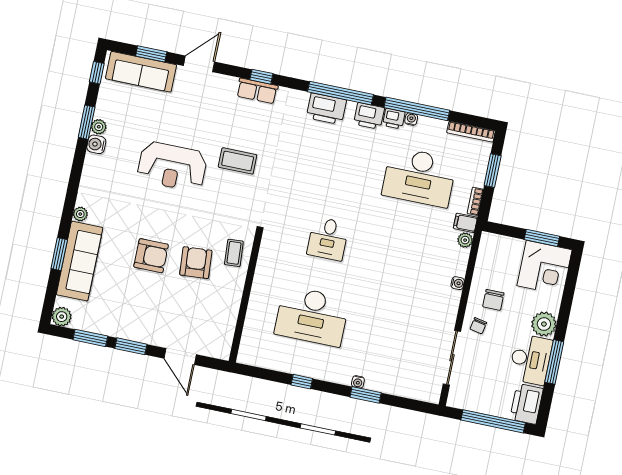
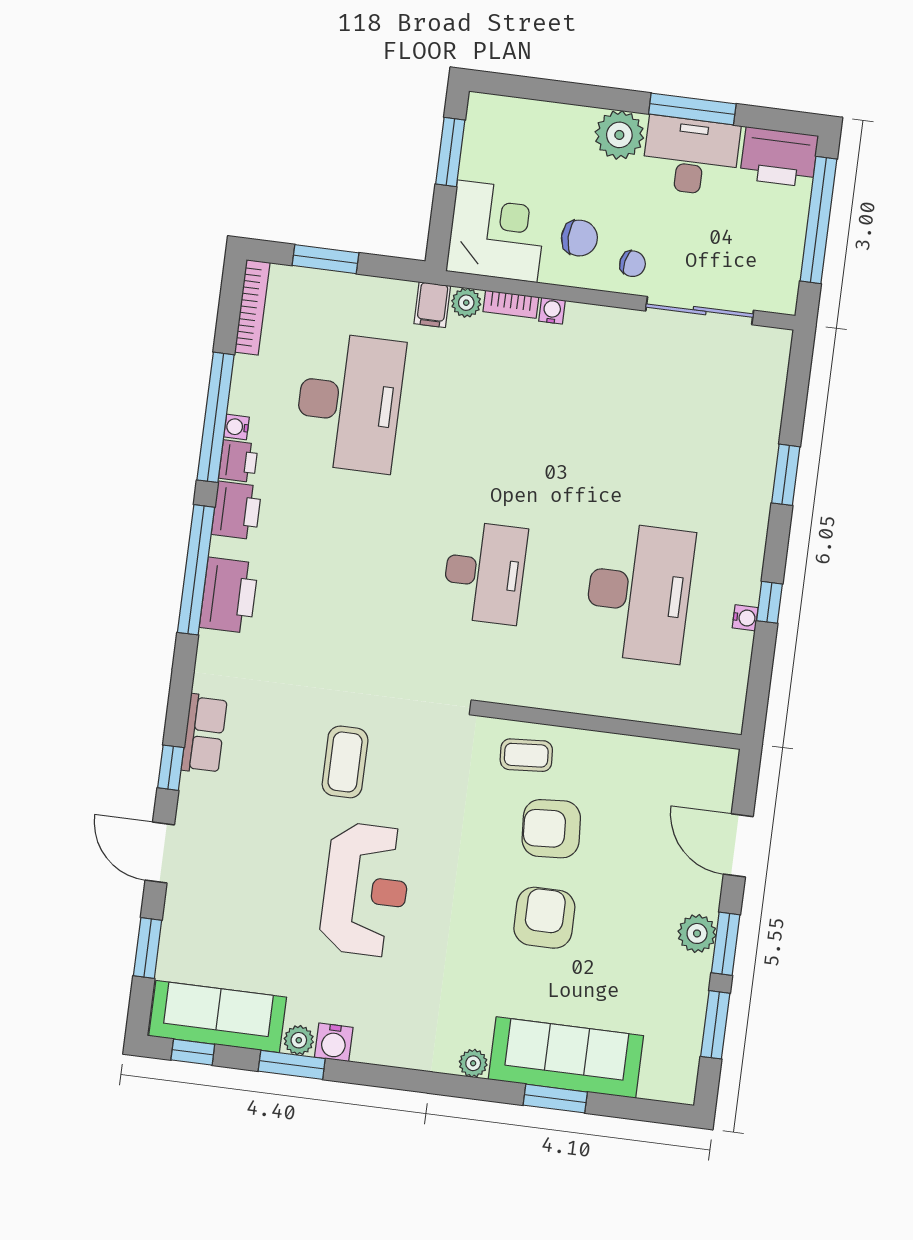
sofa: (141, 72) -> (218, 1017), moved, turned -90
window: (261, 77) -> (171, 768), moved
bookcase: (475, 201) -> (511, 304), moved
desk: (328, 239) -> (484, 573), width x1.37
corner desk: (544, 268) -> (497, 231), moved
plant: (62, 317) -> (697, 933), moved
door: (180, 357) -> (738, 845), swing flipped
water cooler: (358, 382) -> (745, 618), moved

